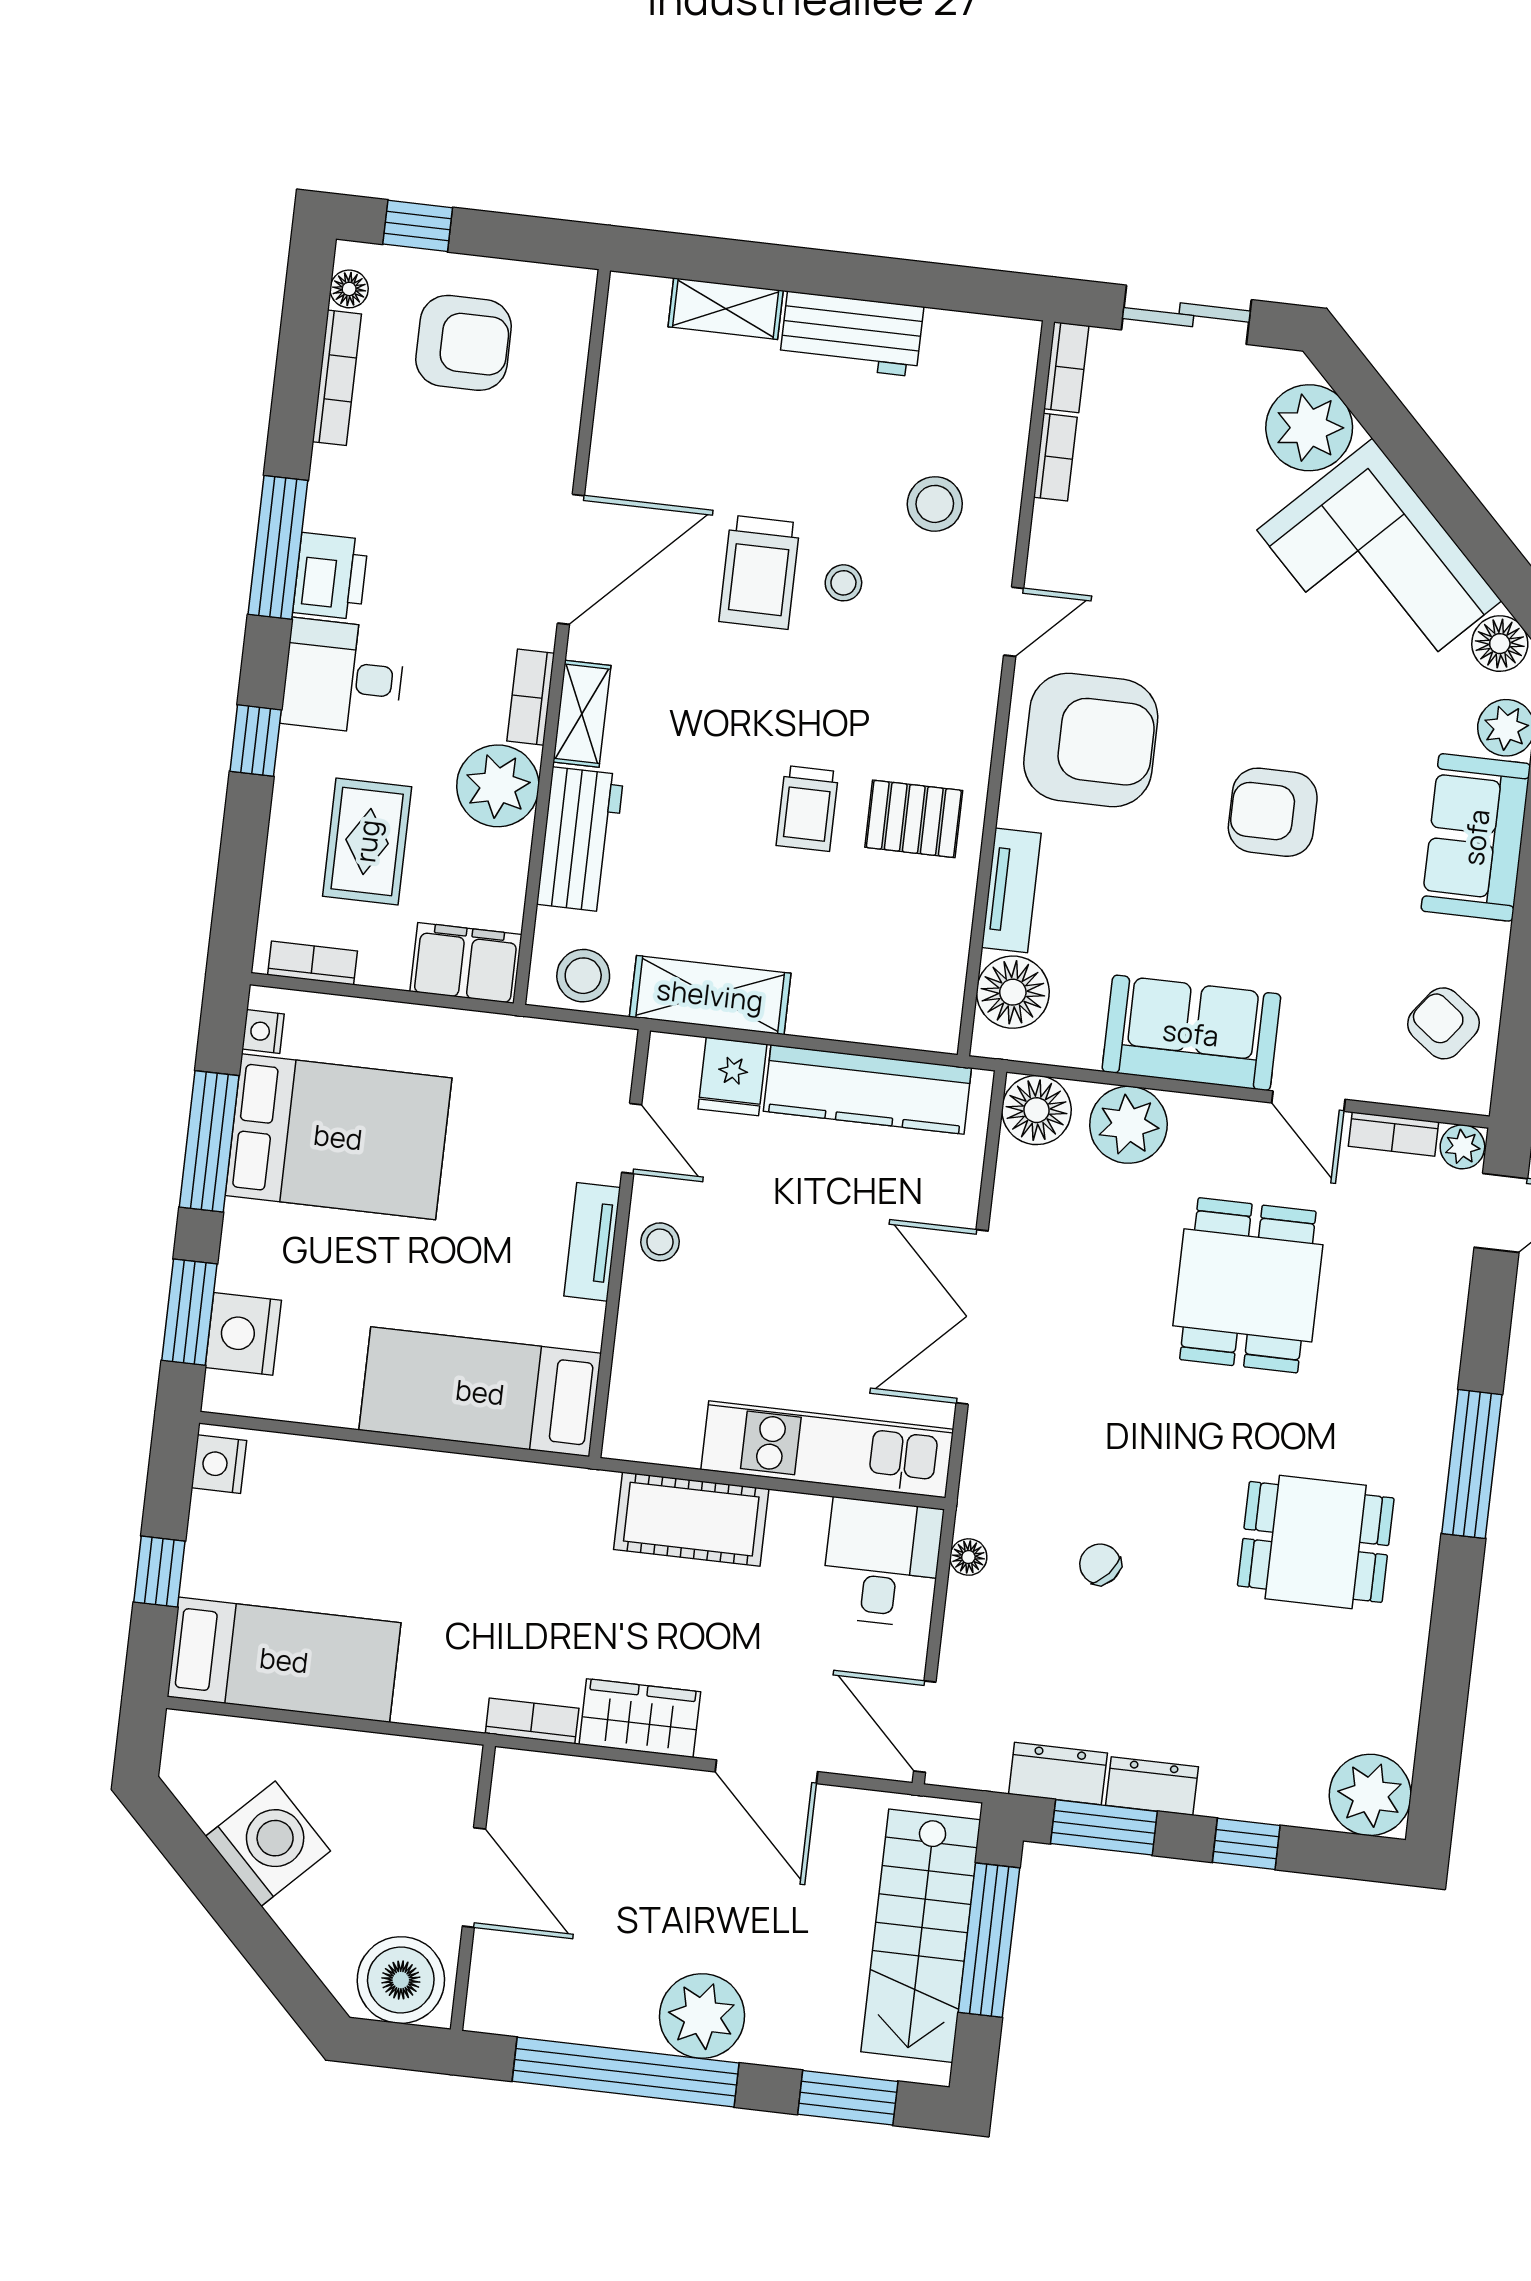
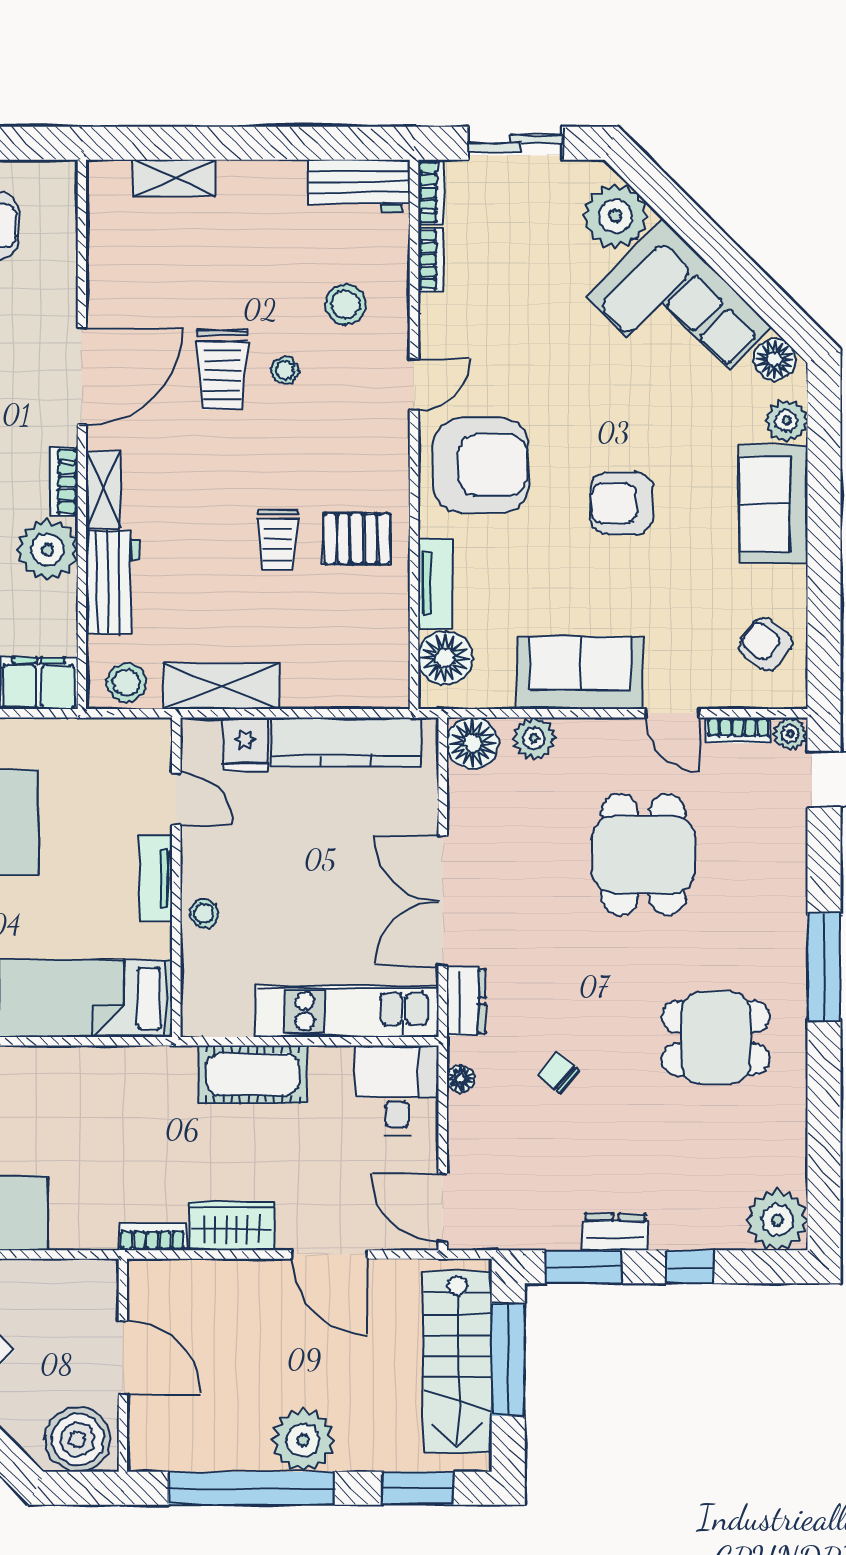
workbench: (852, 334) -> (359, 186), moved
plant: (1128, 1125) -> (534, 738), width x0.73, depth x0.73
stool: (660, 1242) -> (204, 913), moved
dresser: (1058, 1774) -> (466, 1001), moved, turned 90

